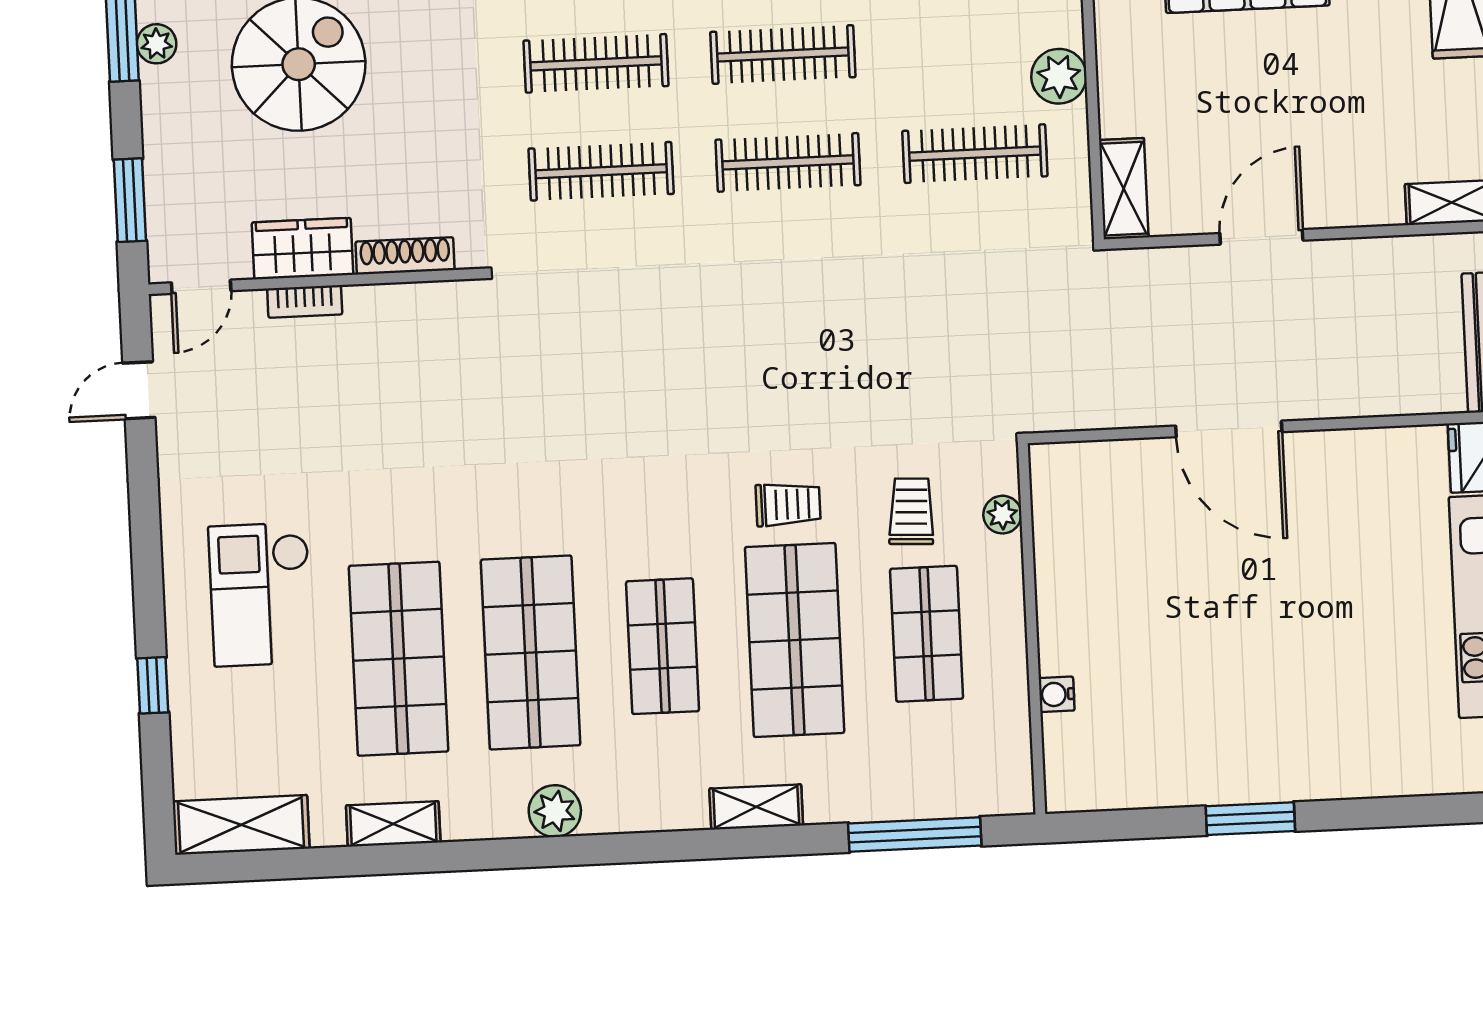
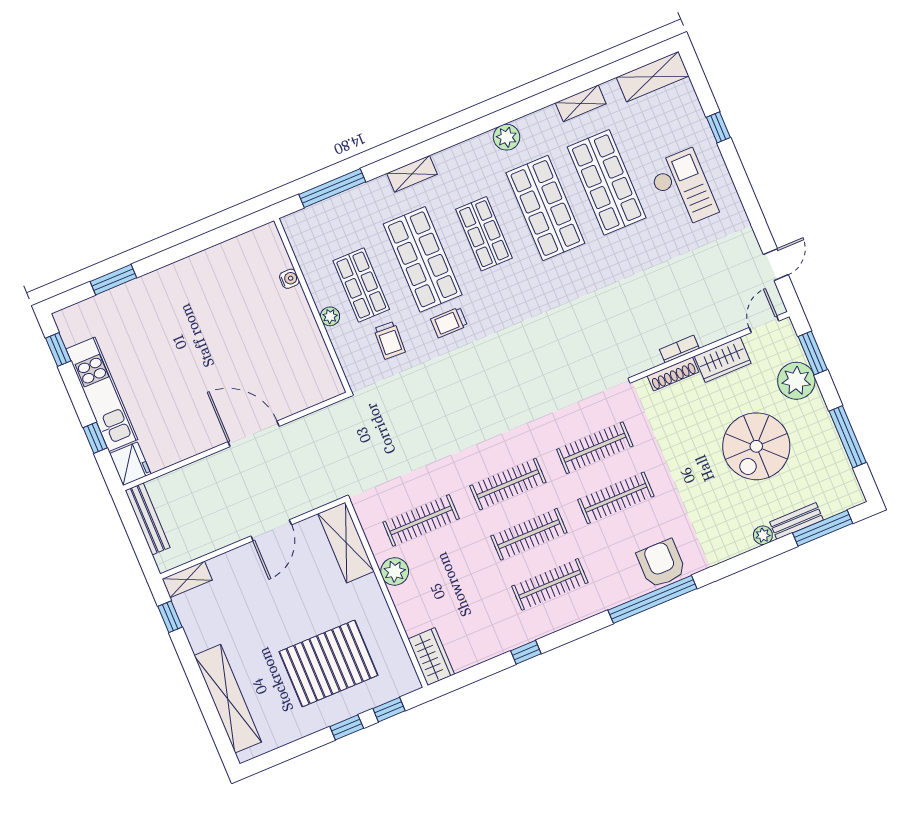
plant: (157, 44) -> (796, 381), moved, width x1.88, depth x1.88
shelving: (1124, 189) -> (346, 542), width x1.50, depth x1.33
bookcase: (305, 301) -> (679, 349), moved
plant: (1002, 515) -> (330, 316), moved
window: (1250, 819) -> (113, 280), moved

